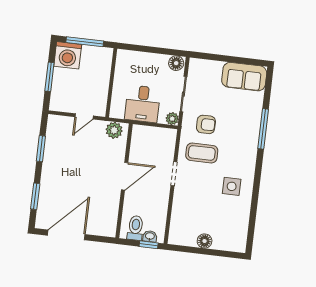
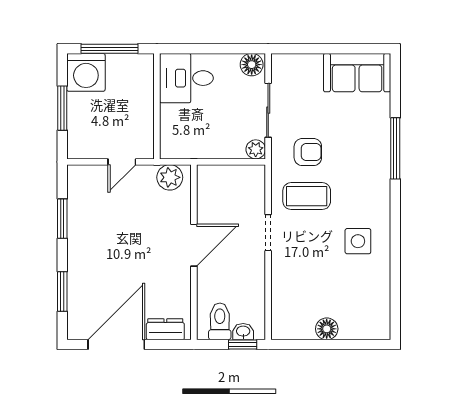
desk: (143, 104) -> (186, 78), moved, turned 90
dresser: (99, 229) -> (165, 329), added

